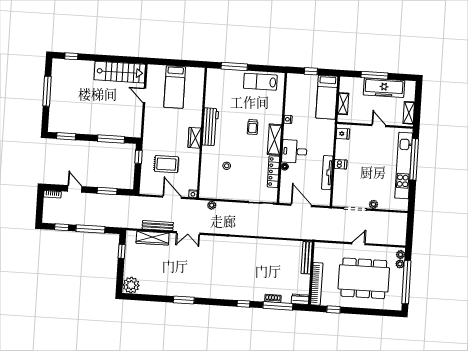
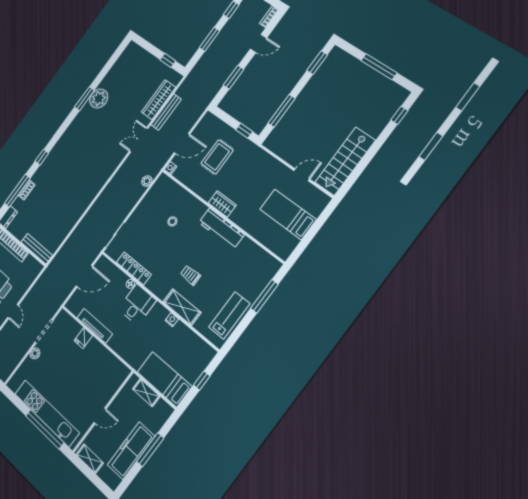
fridge: (343, 134) -> (83, 338), moved
shelving: (275, 140) -> (182, 307), moved
dishwasher: (341, 164) -> (93, 346), removed
window: (90, 229) -> (210, 39), width x0.69
plant: (131, 285) -> (99, 98), moved

